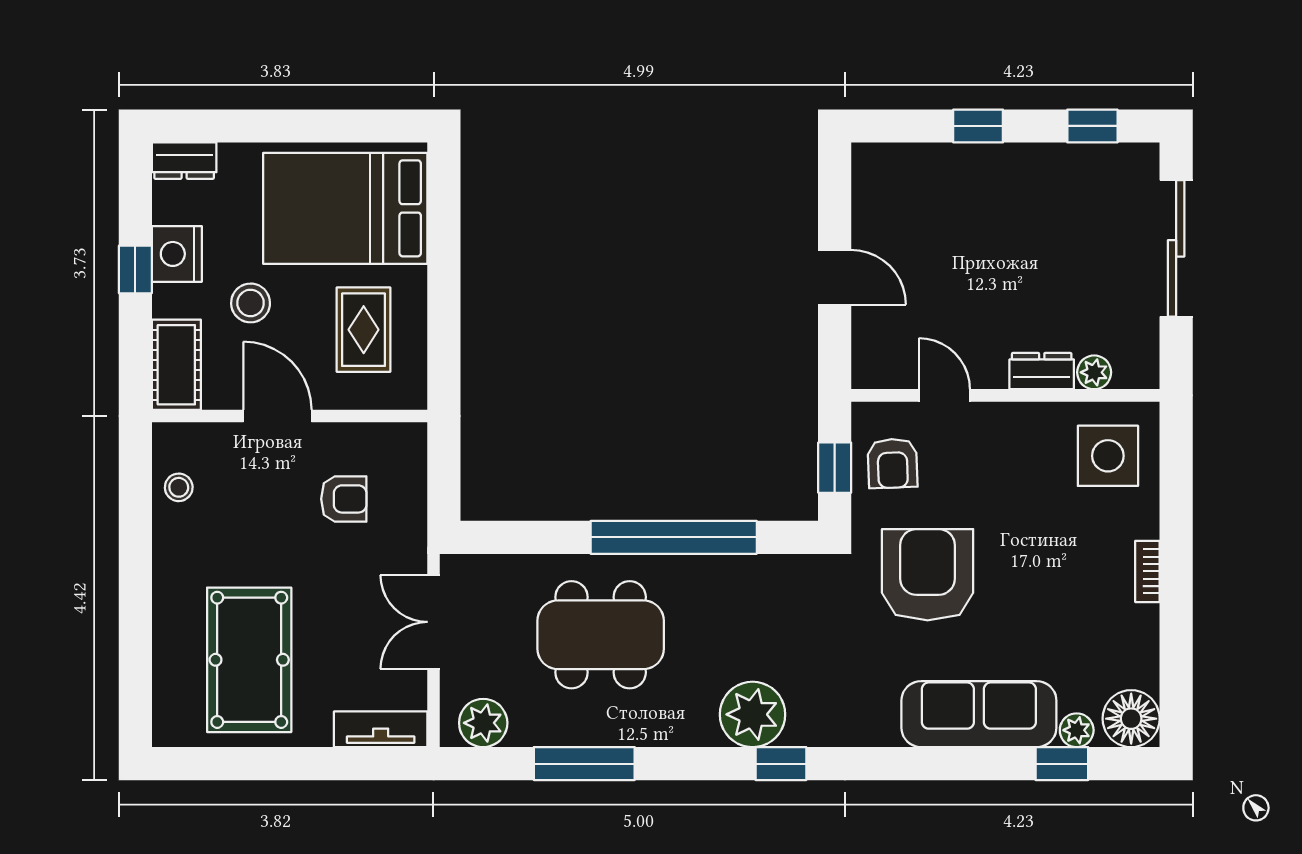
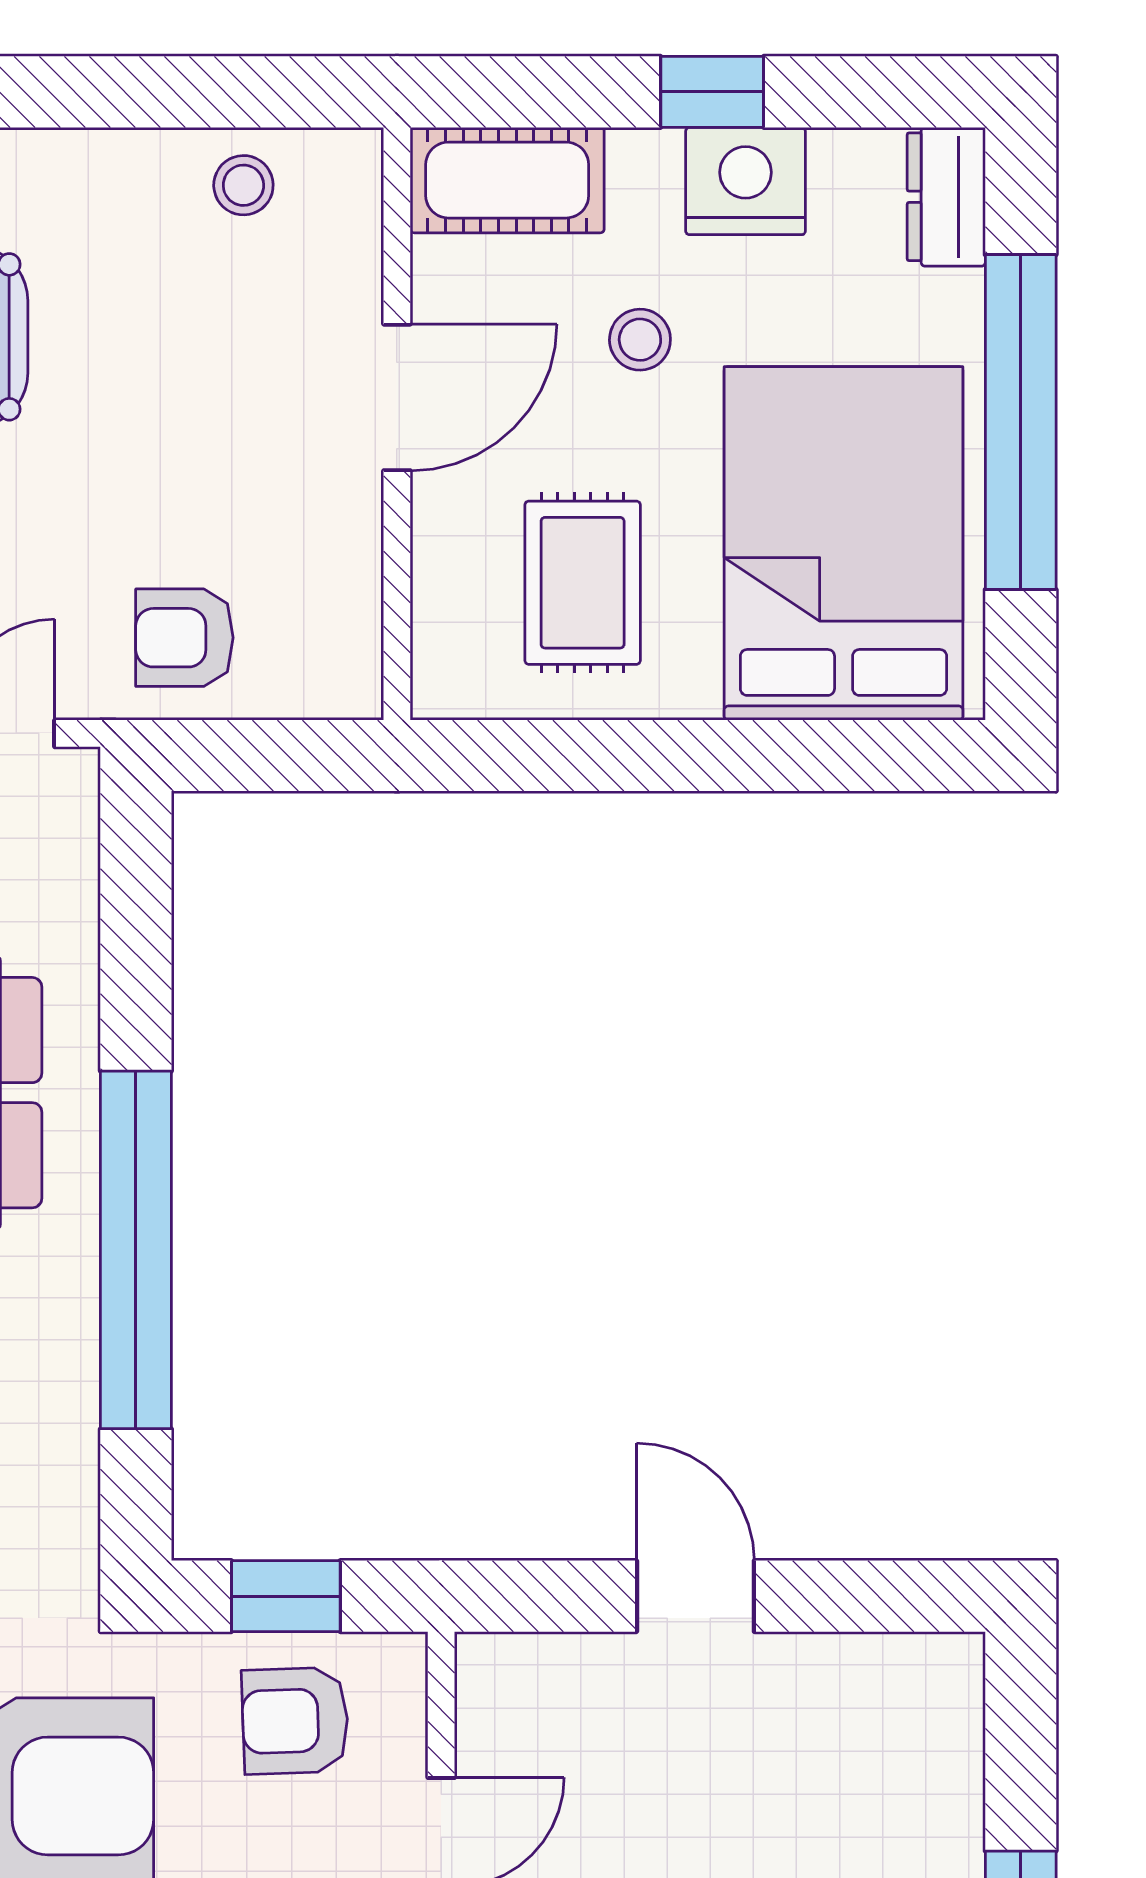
window: (289, 126) -> (1021, 422), added
door: (835, 277) -> (695, 1596), swing flipped
stool: (251, 303) -> (640, 340), width x0.73, depth x0.73
rug: (364, 330) -> (583, 583), turned 90
armchair: (344, 499) -> (184, 638), moved, turned 90

